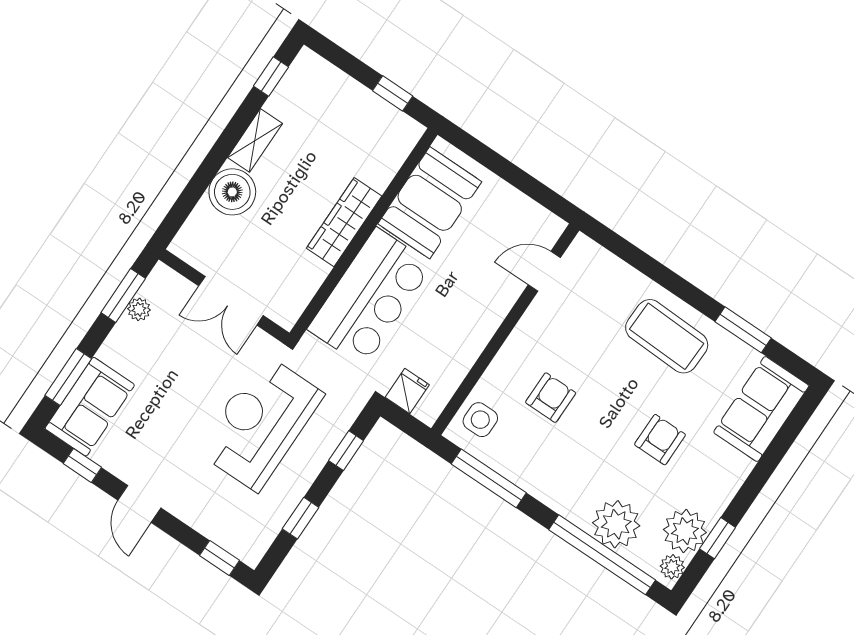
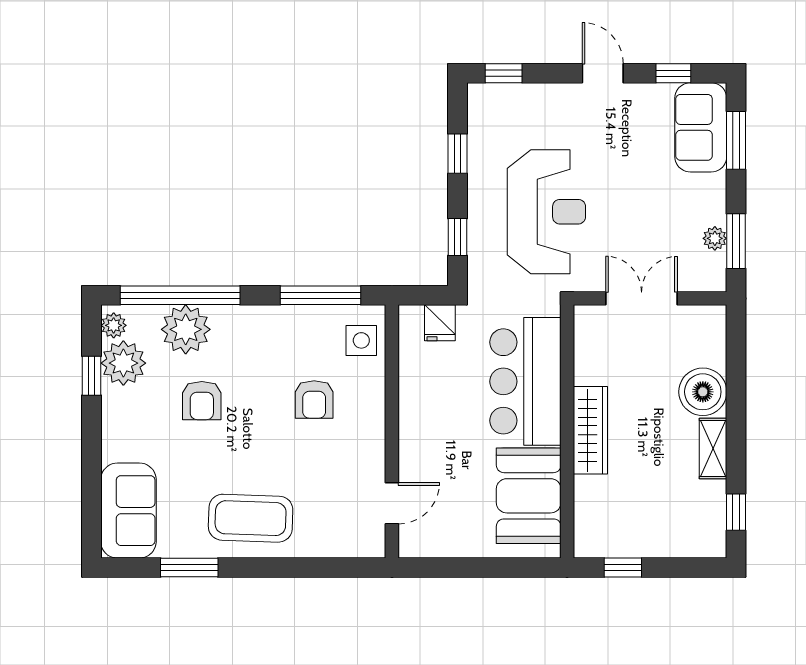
armchair: (660, 440) -> (202, 401), moved

